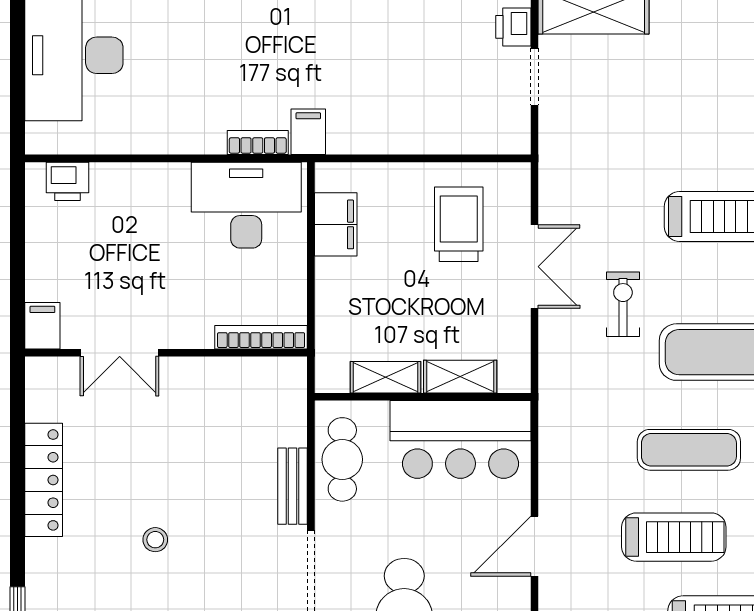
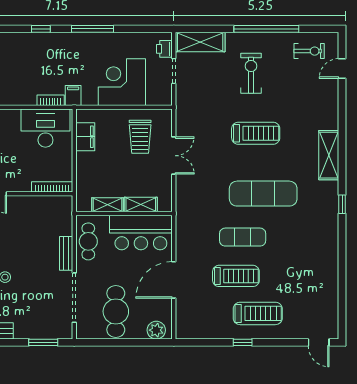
corner desk: (418, 102) -> (122, 82), added
trolley: (459, 224) -> (140, 137), turned 180
exercise bike: (623, 304) -> (251, 73), moved, width x1.38, depth x1.39
door: (534, 546) -> (174, 280), width x1.36

